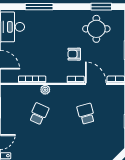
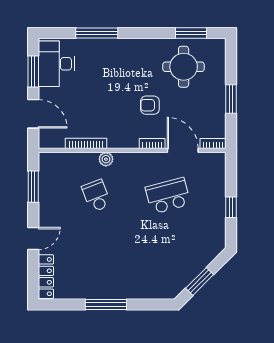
school desk: (39, 114) -> (96, 196), turned -45
school desk: (86, 114) -> (168, 196), width x1.85

